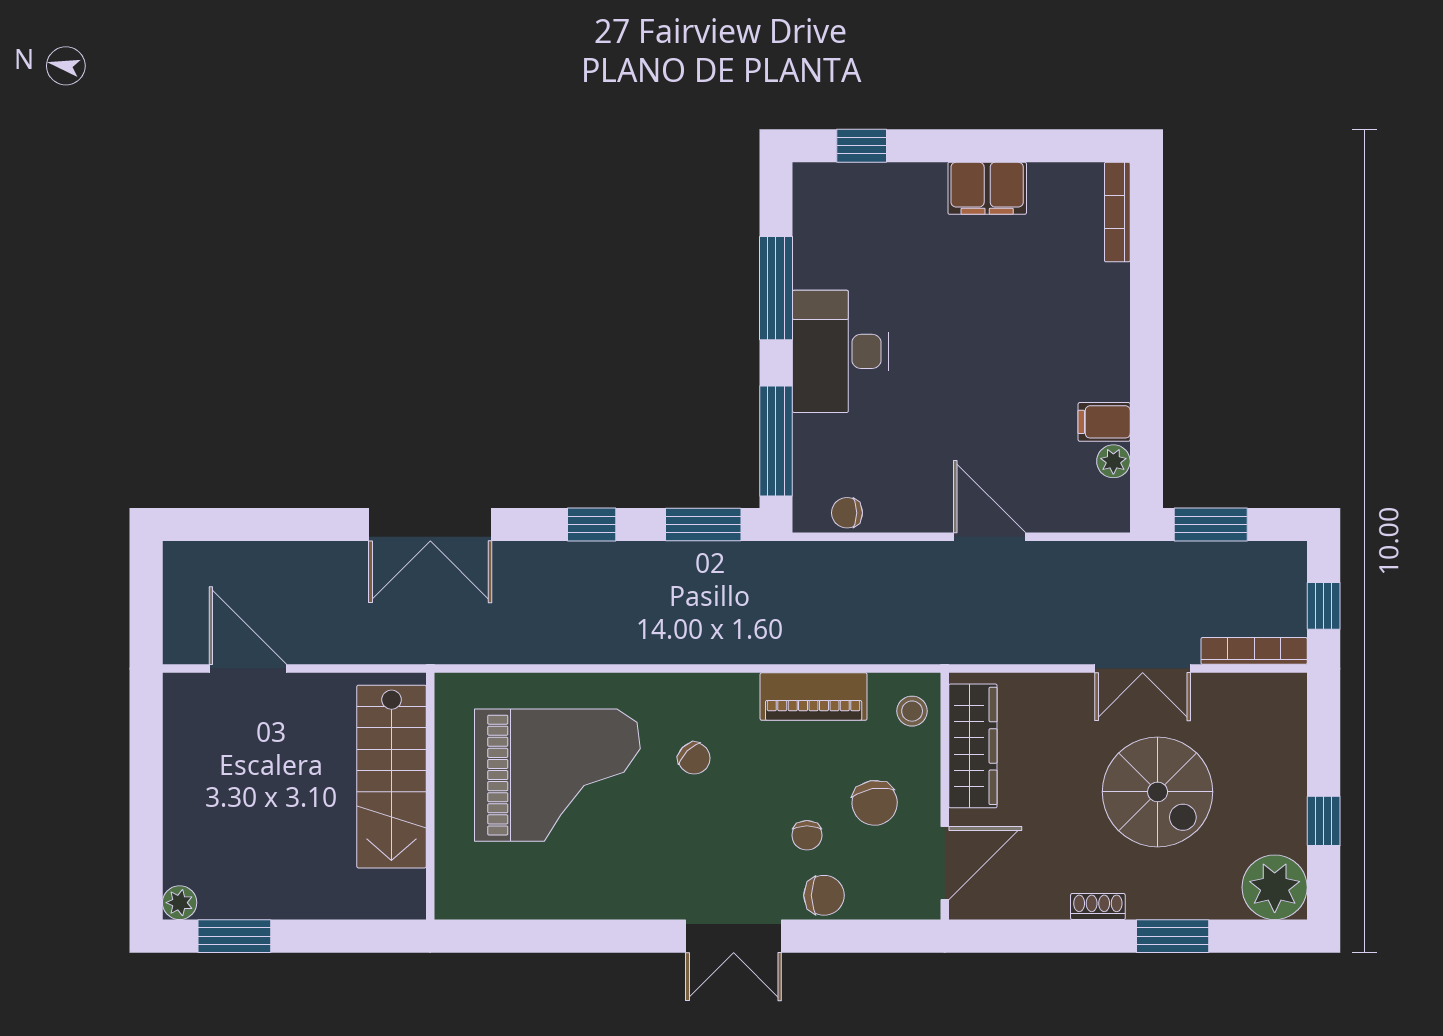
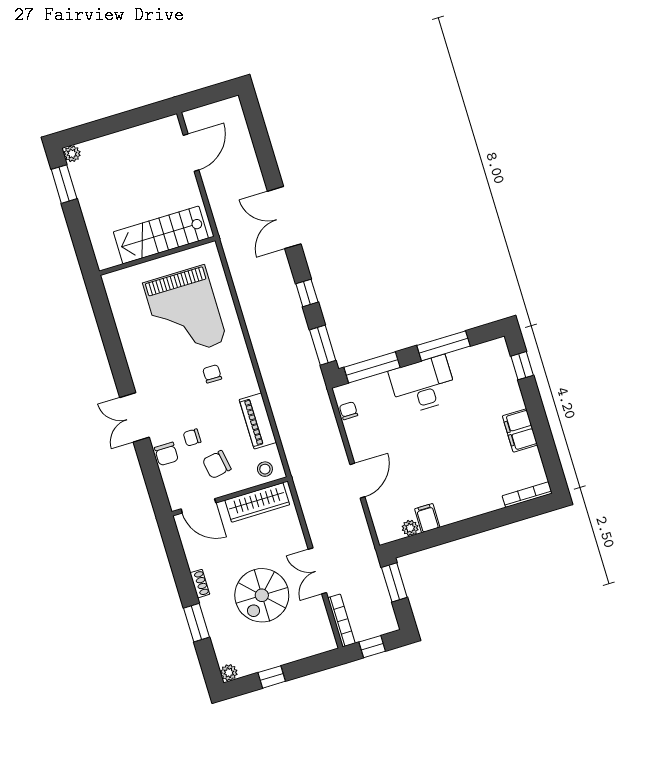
chair: (694, 758) -> (212, 374), turned 135
plant: (1275, 887) -> (229, 673), width x0.53, depth x0.53

